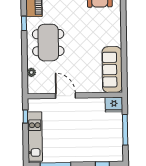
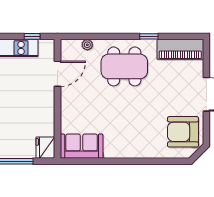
sofa: (112, 70) -> (82, 146), width x0.73
door: (65, 96) -> (57, 74), moved

